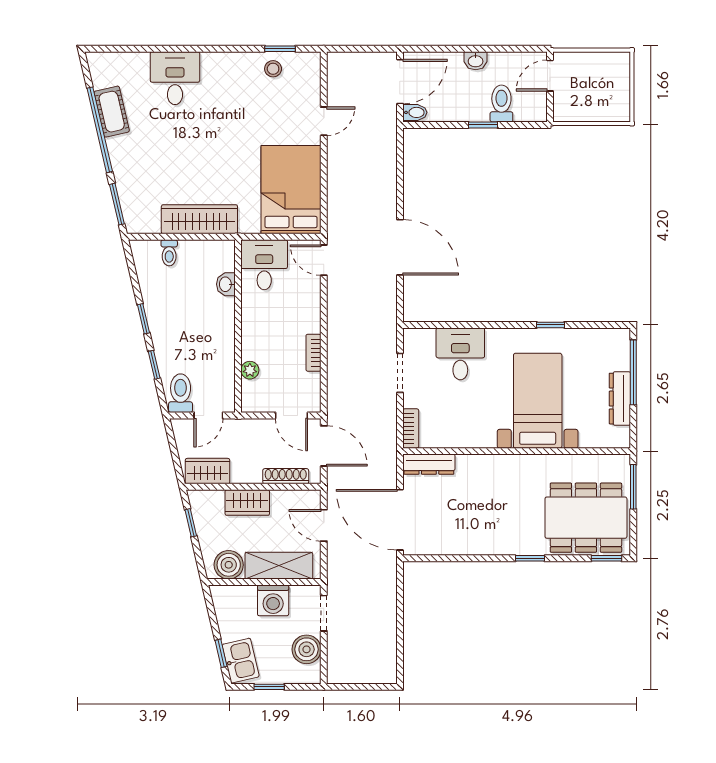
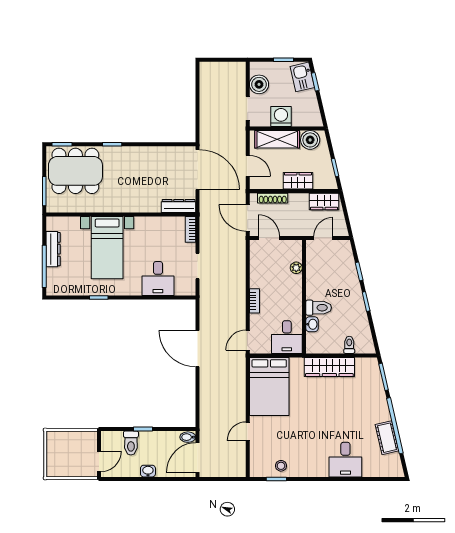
door: (324, 260) -> (248, 340), swing flipped
bookcase: (313, 353) -> (254, 301), moved
toilet: (181, 393) -> (319, 308), moved, turned -90

